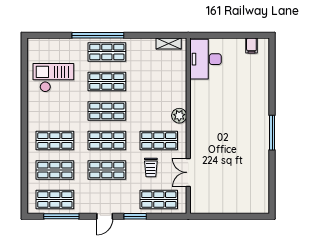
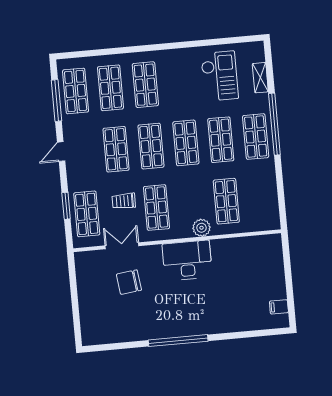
shelving: (169, 44) -> (260, 78), moved
desk: (206, 59) -> (187, 260), moved
shop shelf: (159, 82) -> (226, 201), added
plant: (179, 116) -> (202, 228), moved
window: (272, 133) -> (178, 341), width x1.46
chair: (219, 169) -> (129, 282), added
door: (105, 216) -> (61, 152), hinge flipped
window: (135, 216) -> (66, 206), moved

